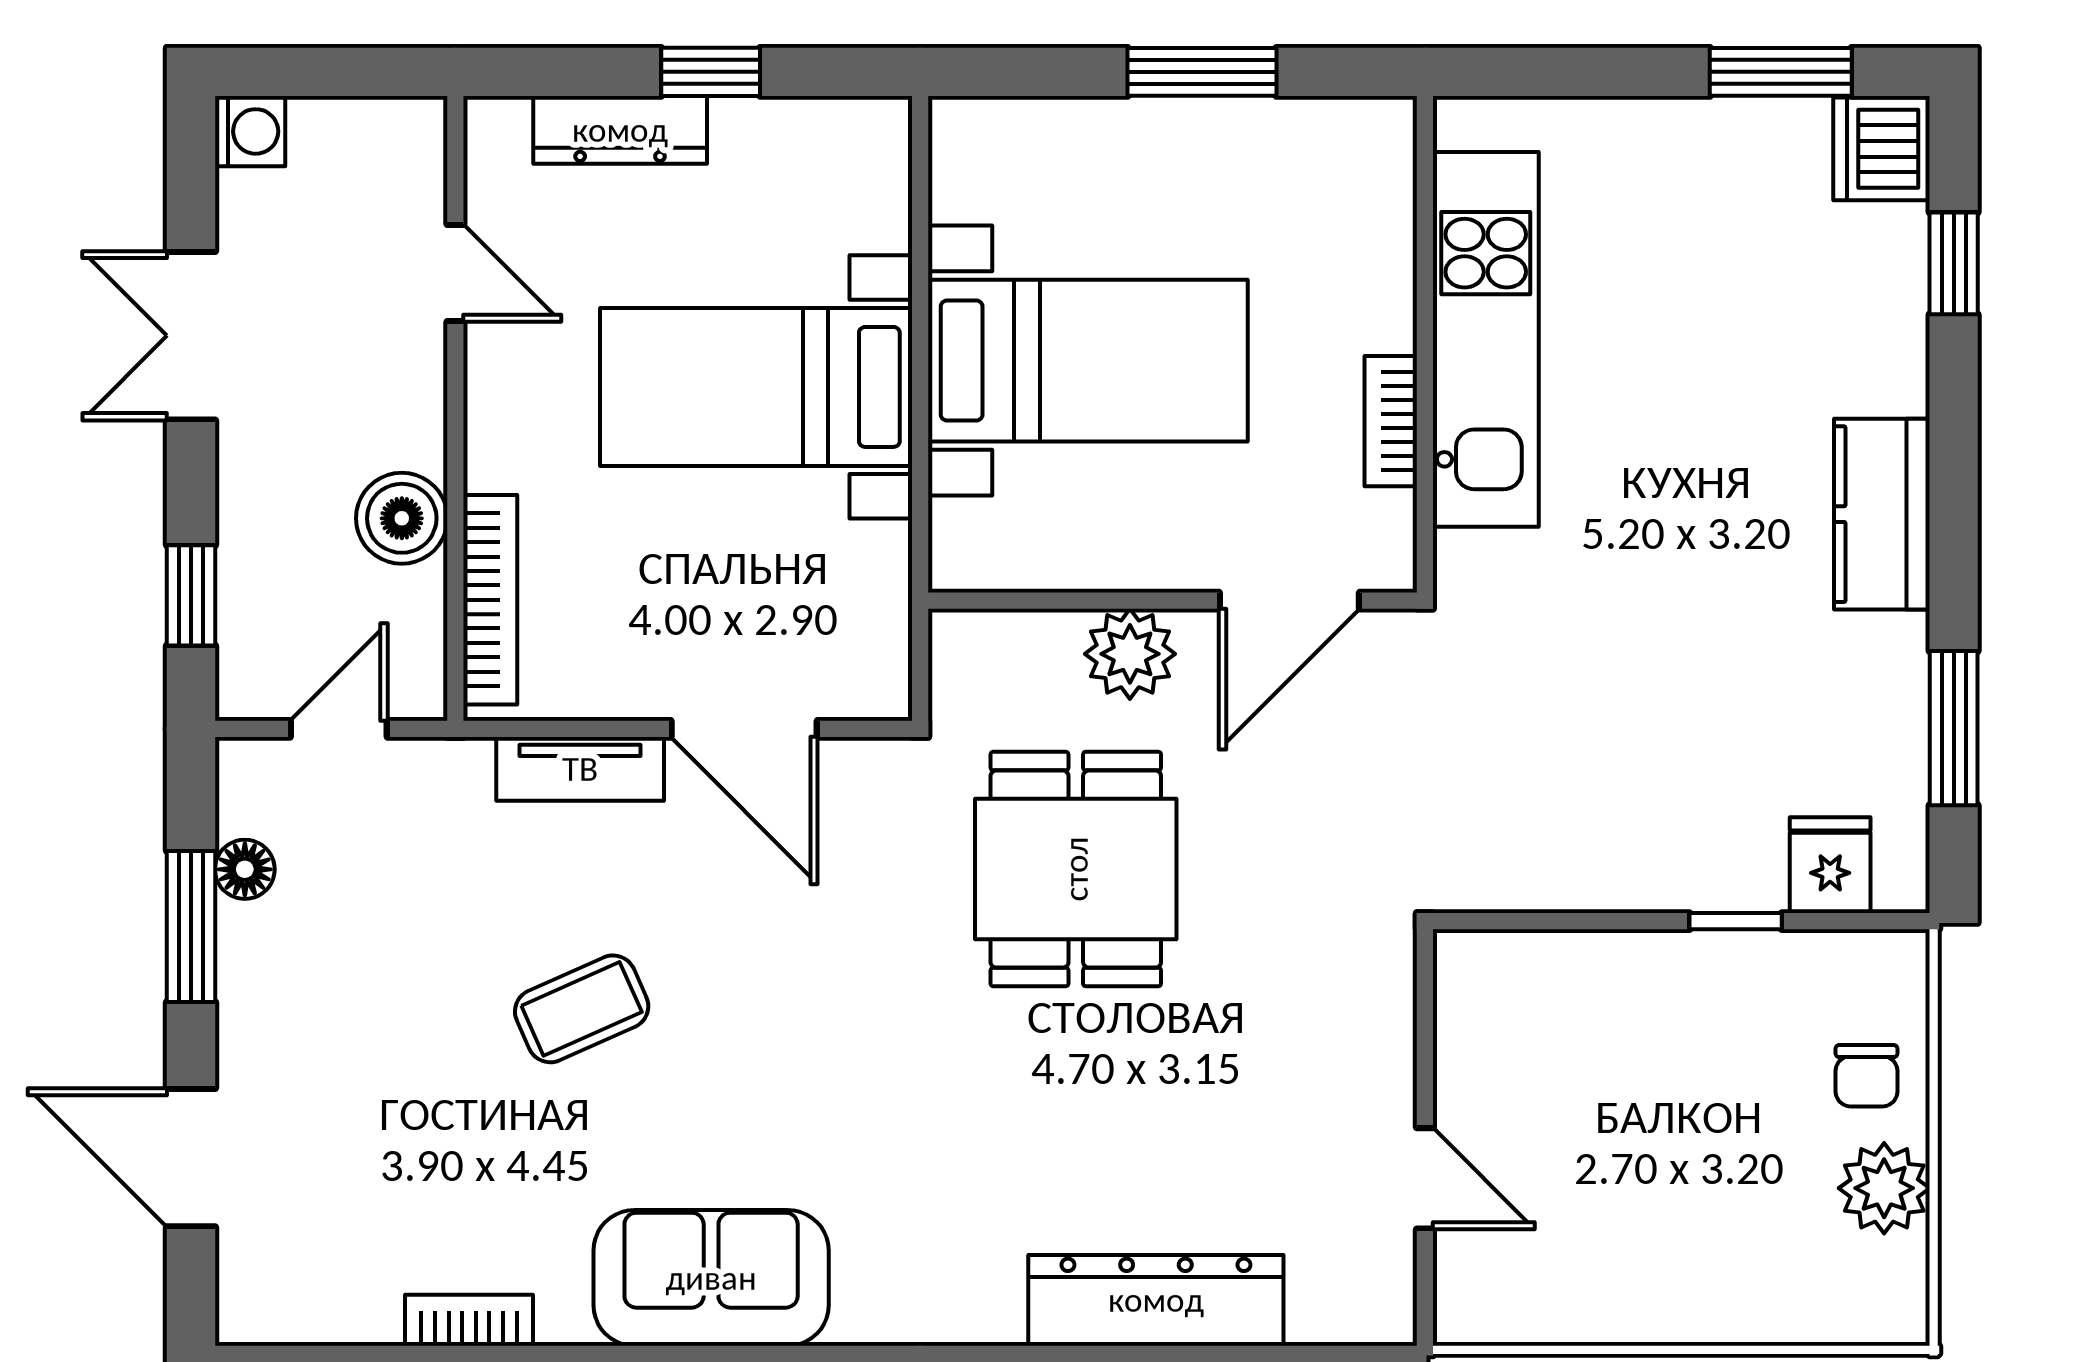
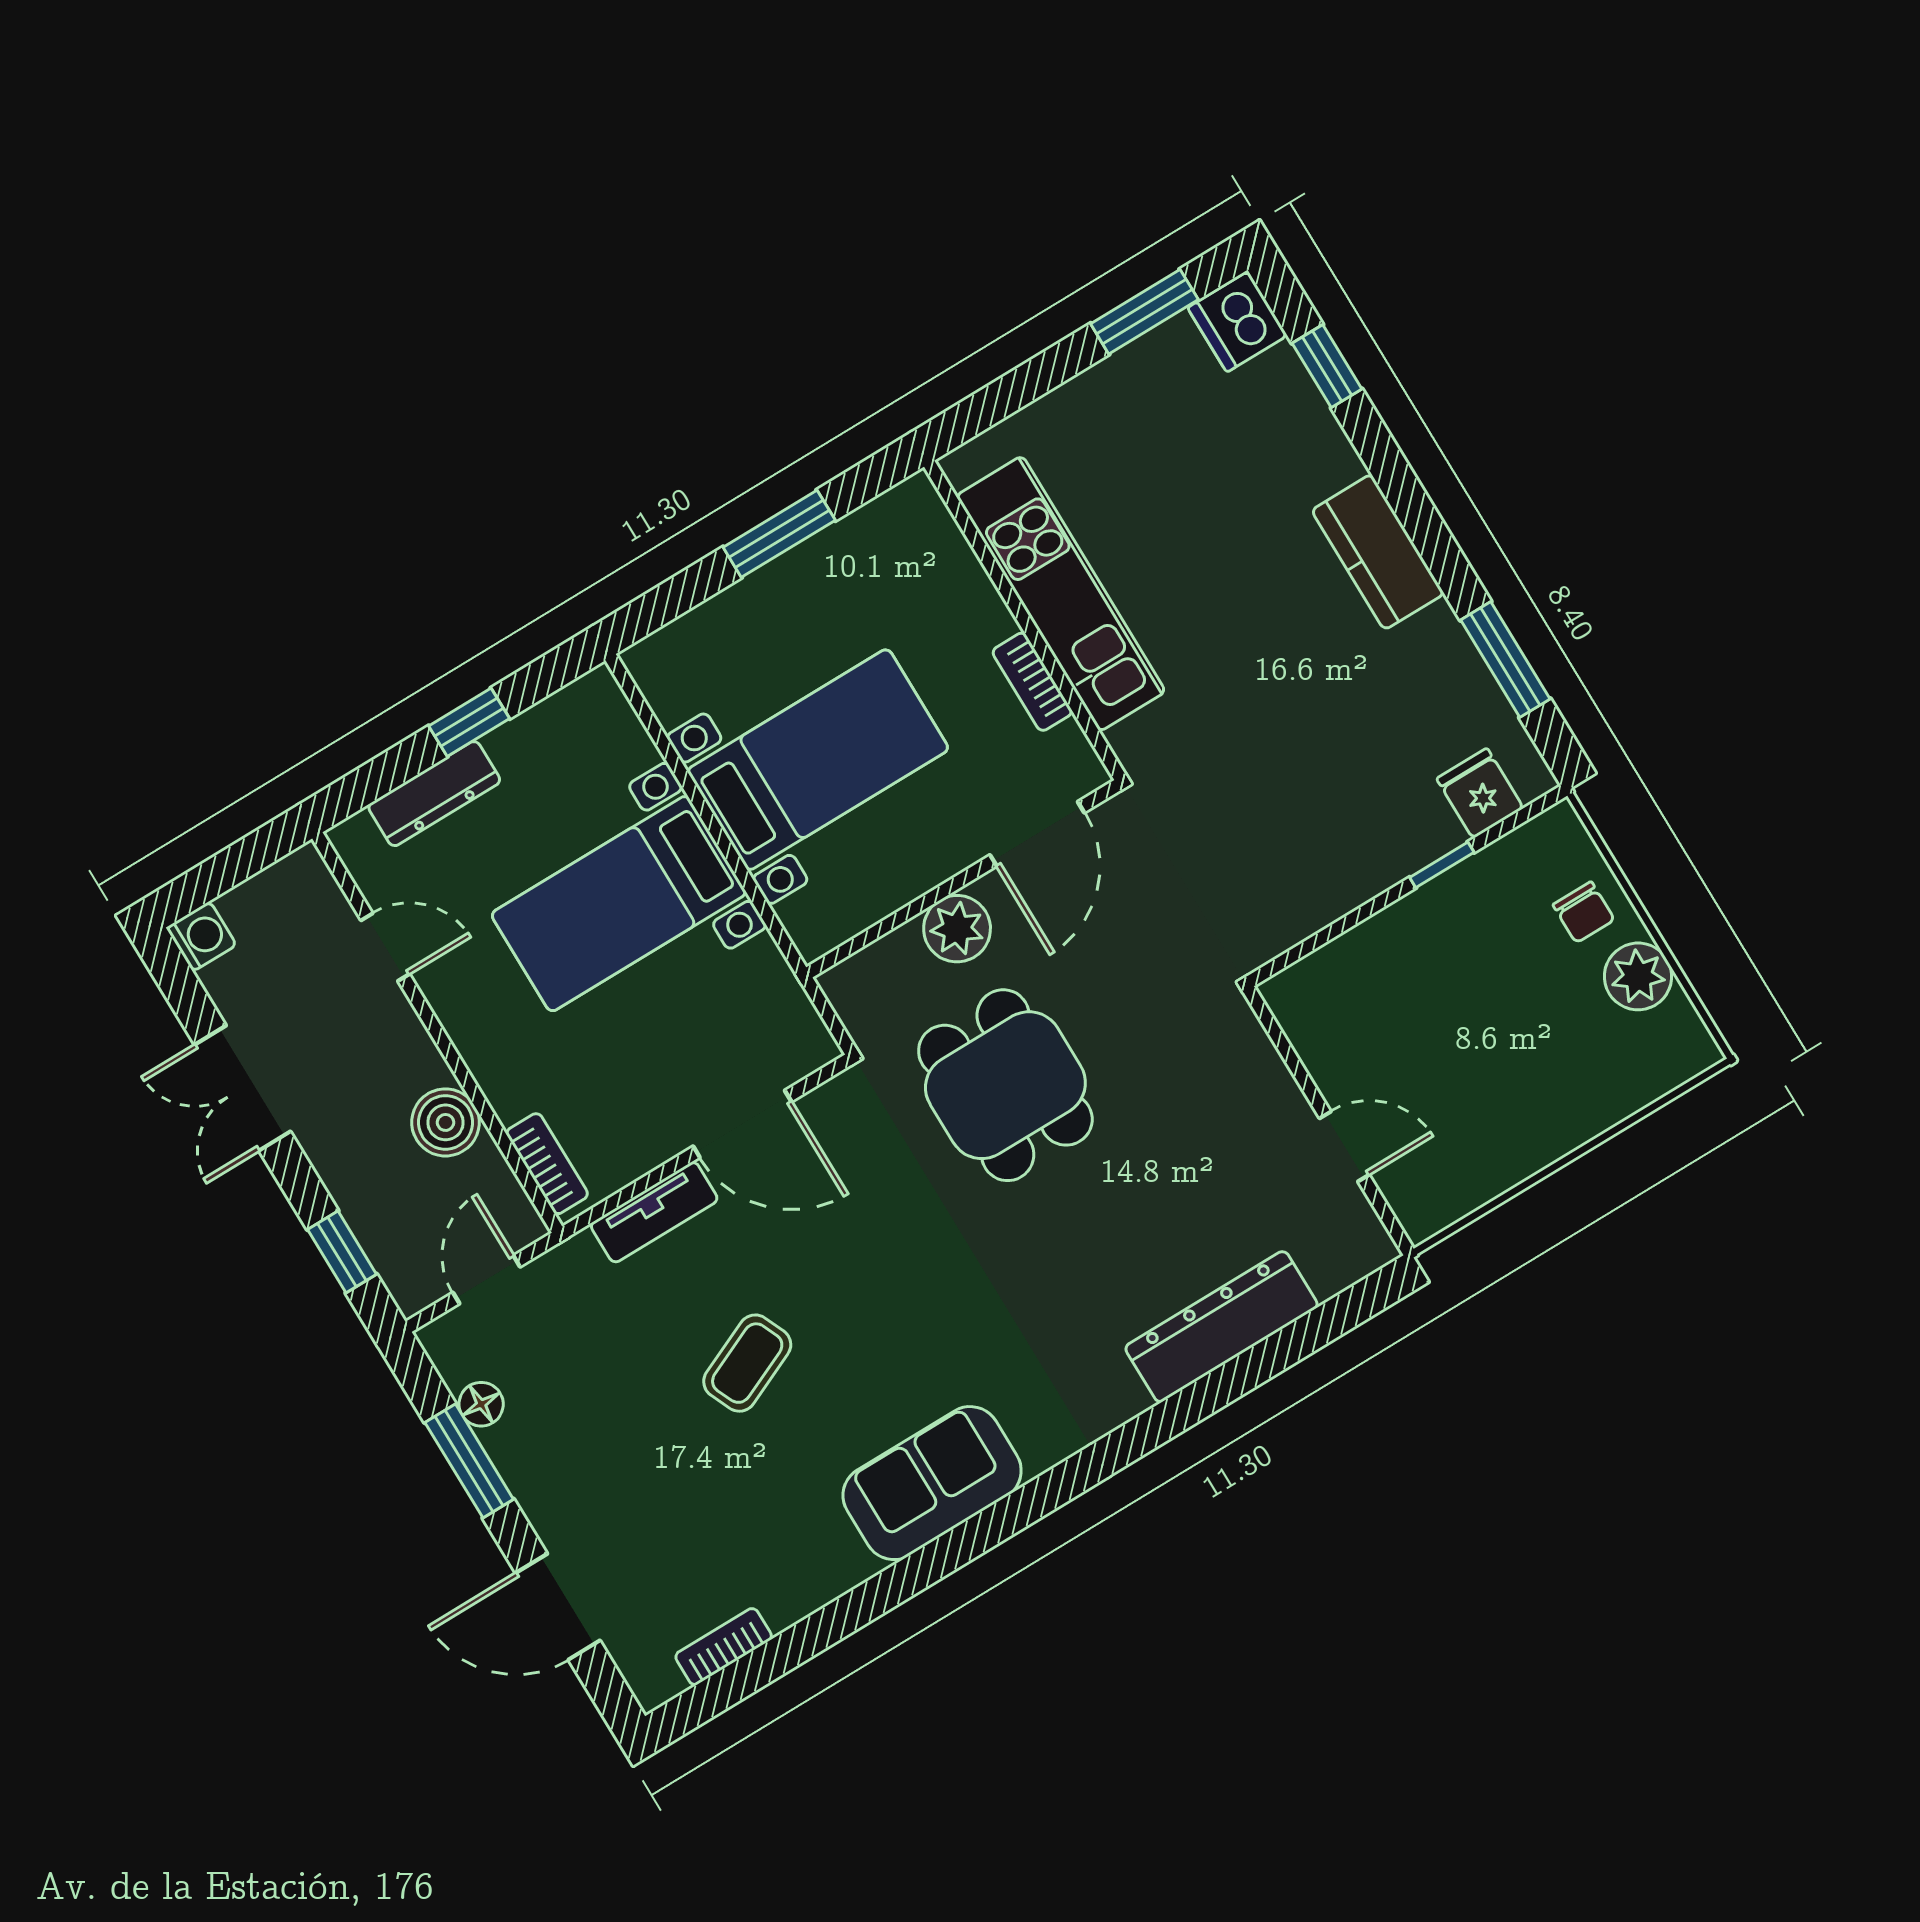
bookcase: (490, 600) -> (547, 1164), width x0.64
bookcase: (469, 1320) -> (724, 1647), moved

